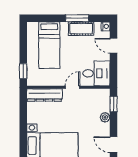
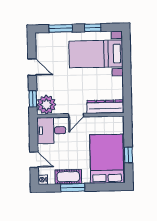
bed: (49, 45) -> (107, 159), width x1.50
window: (23, 71) -> (128, 155), moved
plant: (105, 117) -> (46, 105), moved, width x1.88, depth x1.88
door: (114, 145) -> (32, 67), moved

